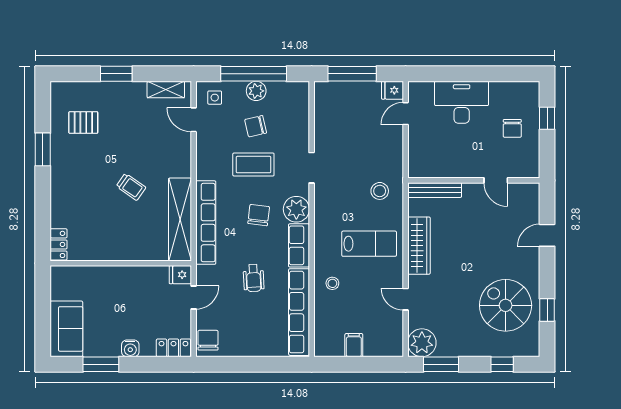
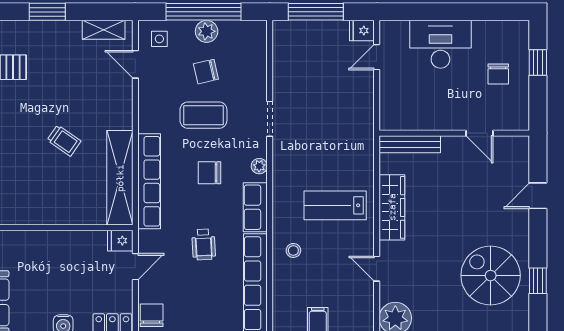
stool: (380, 191) -> (347, 145), removed
plant: (296, 209) -> (259, 166), width x0.53, depth x0.53
chair: (259, 215) -> (209, 173), turned -97
lab bench: (369, 244) -> (335, 205), turned 180

